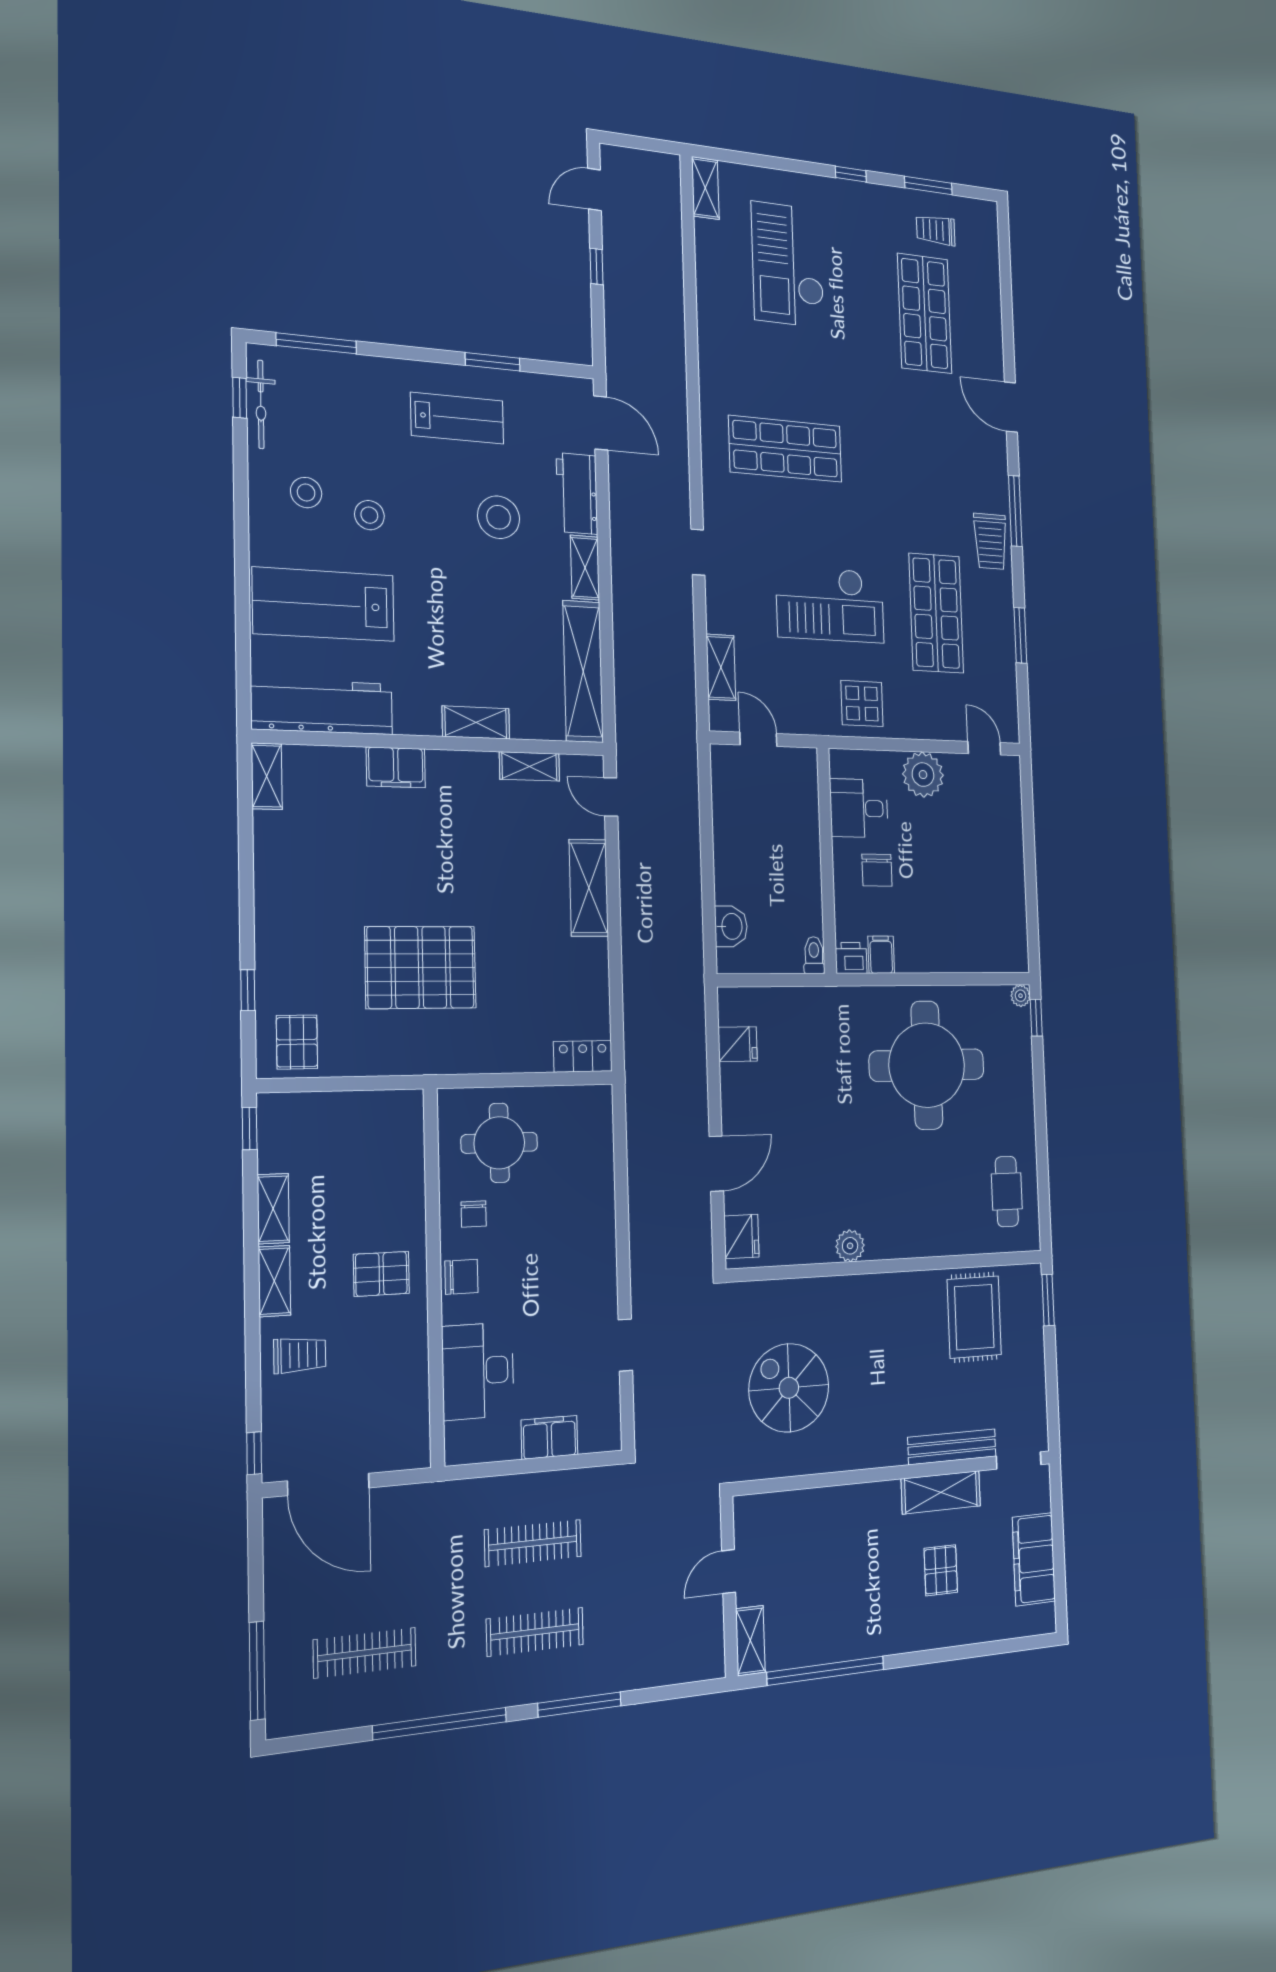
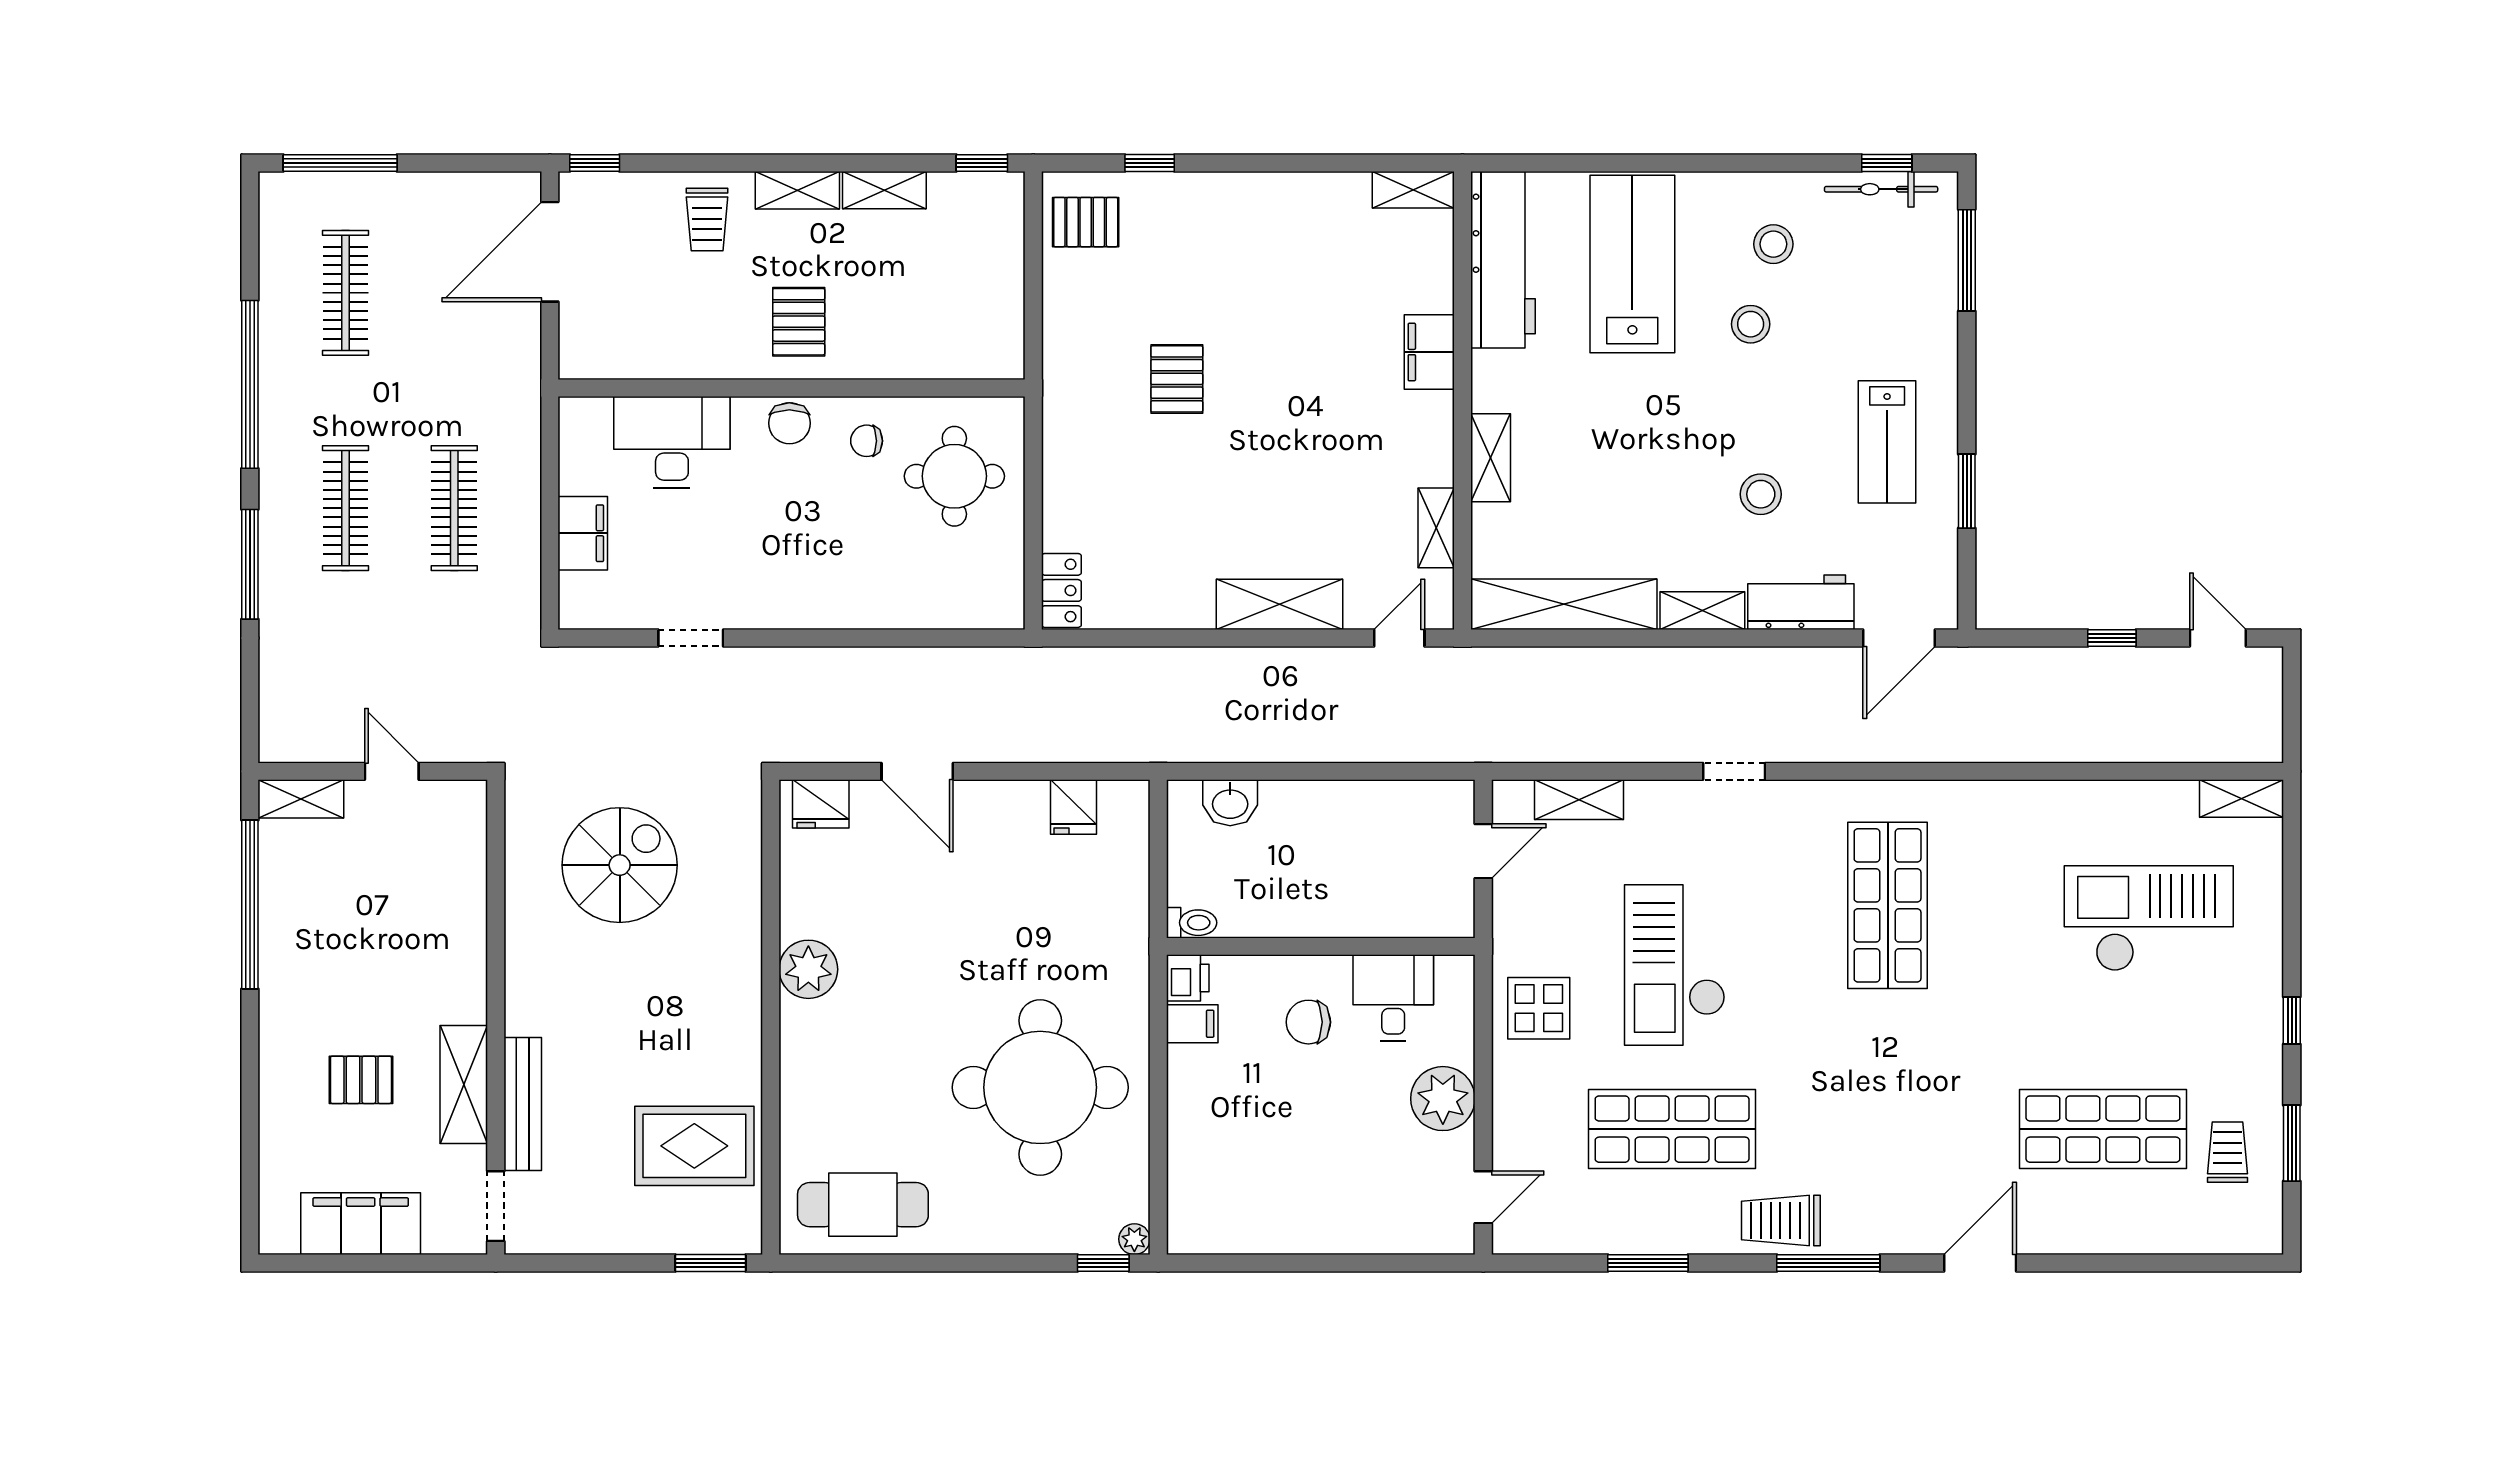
stool: (499, 517) -> (1761, 494), width x0.73, depth x0.73
pallet: (421, 967) -> (1177, 379), width x0.49, depth x0.50
cafe table: (1007, 1192) -> (863, 1205), width x1.37, depth x1.35
plant: (850, 1246) -> (808, 969), width x1.36, depth x1.36

